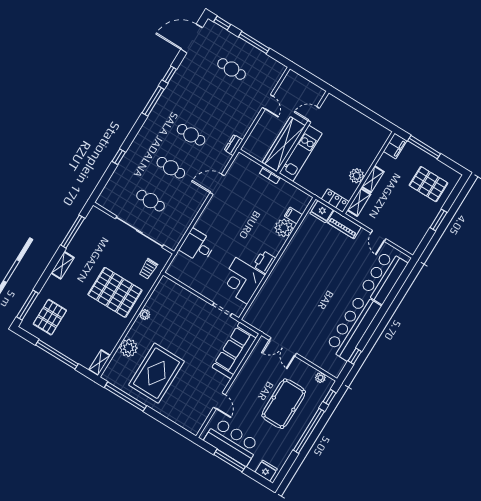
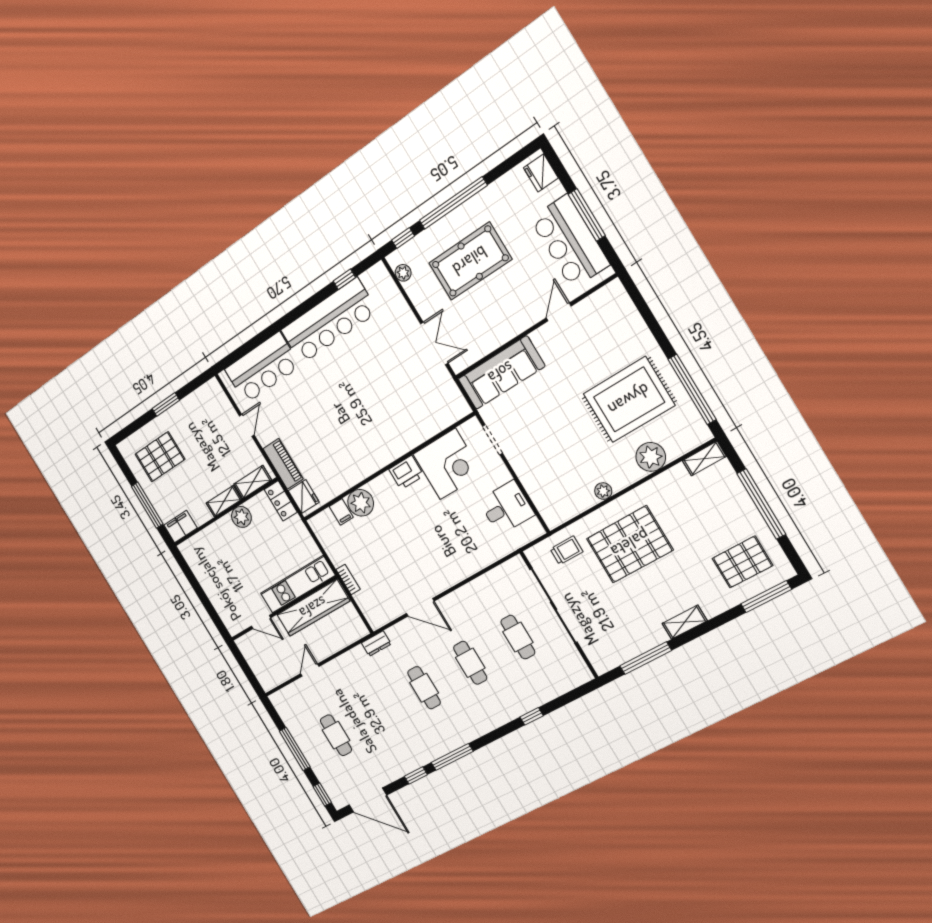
pallet: (428, 184) -> (160, 457), turned 90
desk: (198, 246) -> (506, 508), moved, turned -90
pallet: (115, 292) -> (630, 544), turned 90

